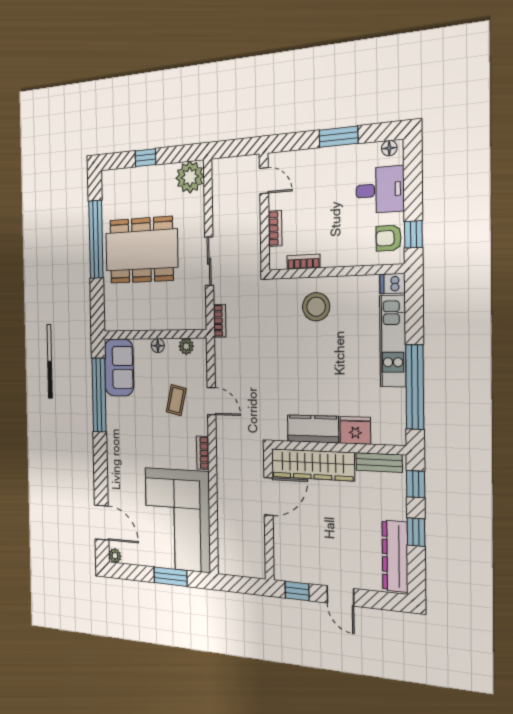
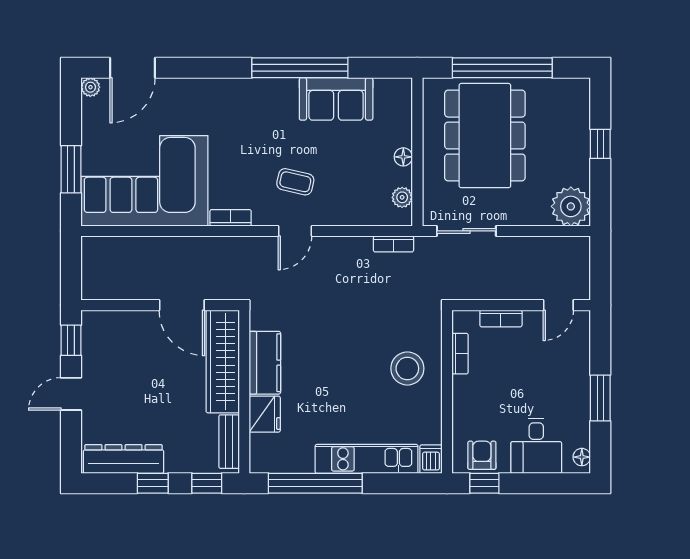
wall: (154, 335) -> (417, 152), moved
floor lamp: (158, 346) -> (403, 157), moved
plant: (186, 346) -> (402, 197), moved

